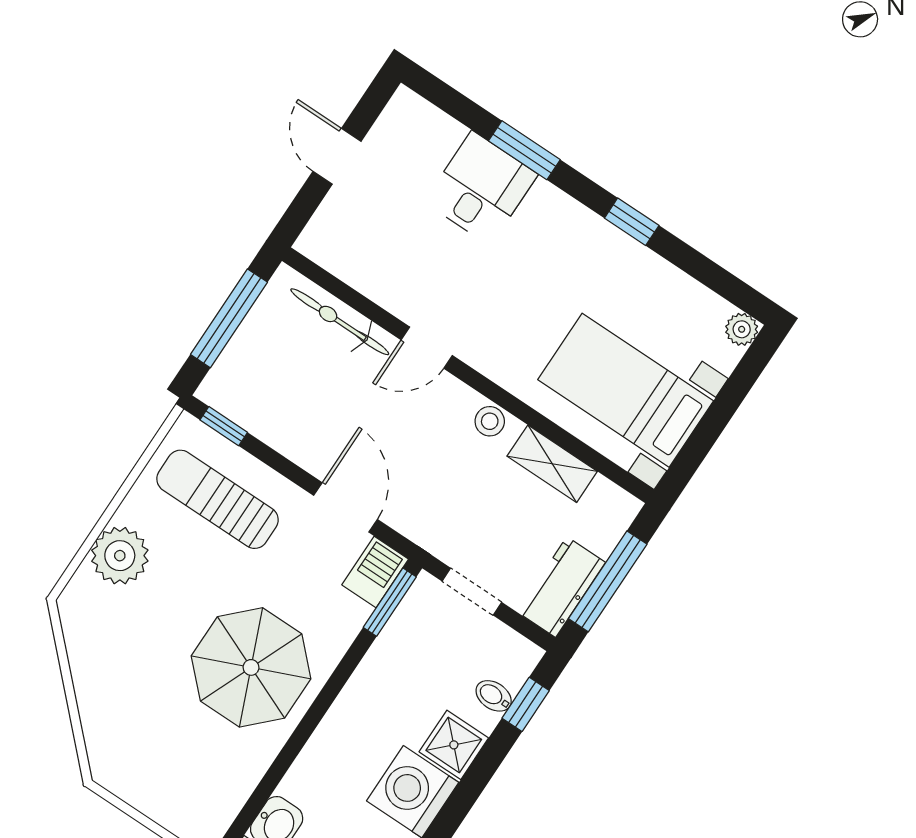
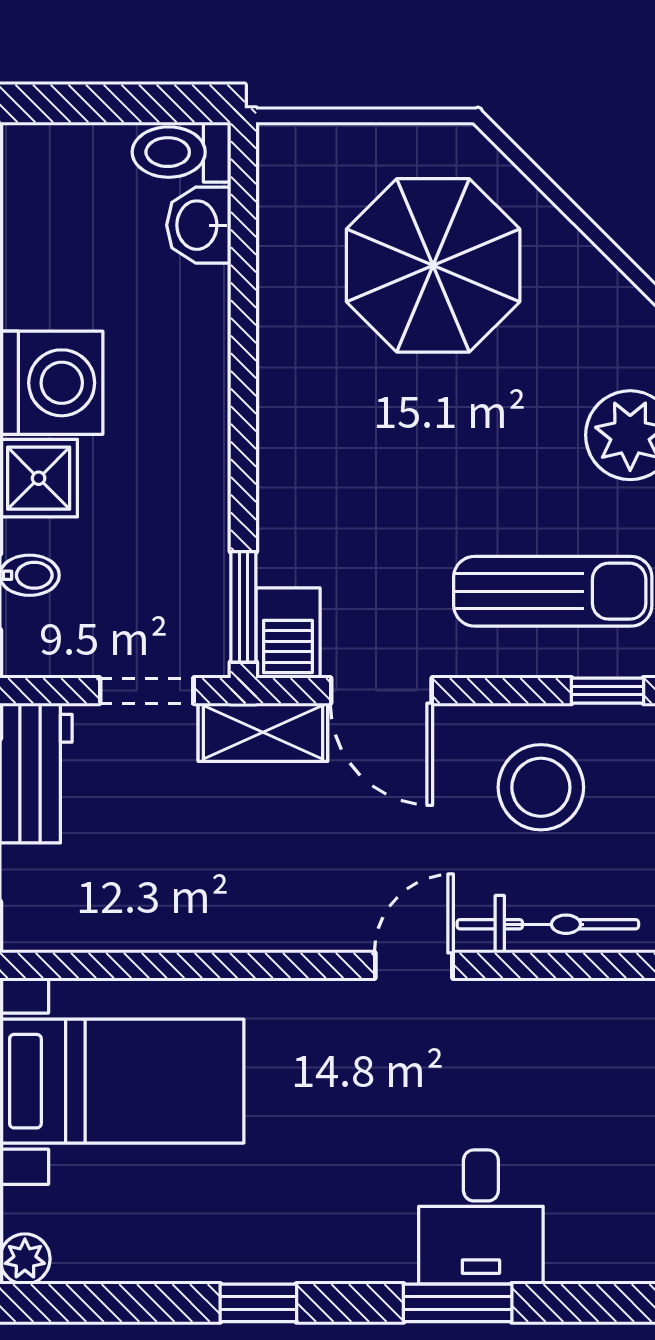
stool: (490, 421) -> (541, 787), moved, width x1.89, depth x1.89
shelving: (552, 464) -> (263, 732), moved
parasol: (251, 667) -> (433, 265), moved

